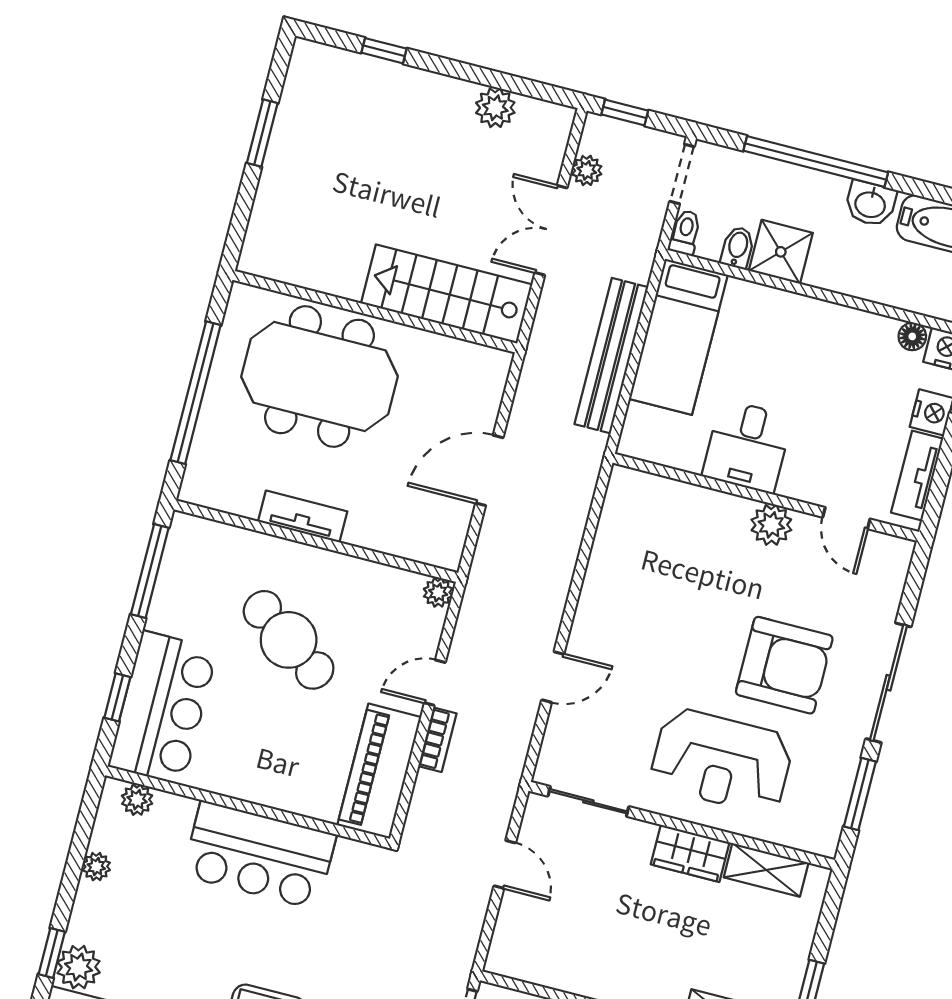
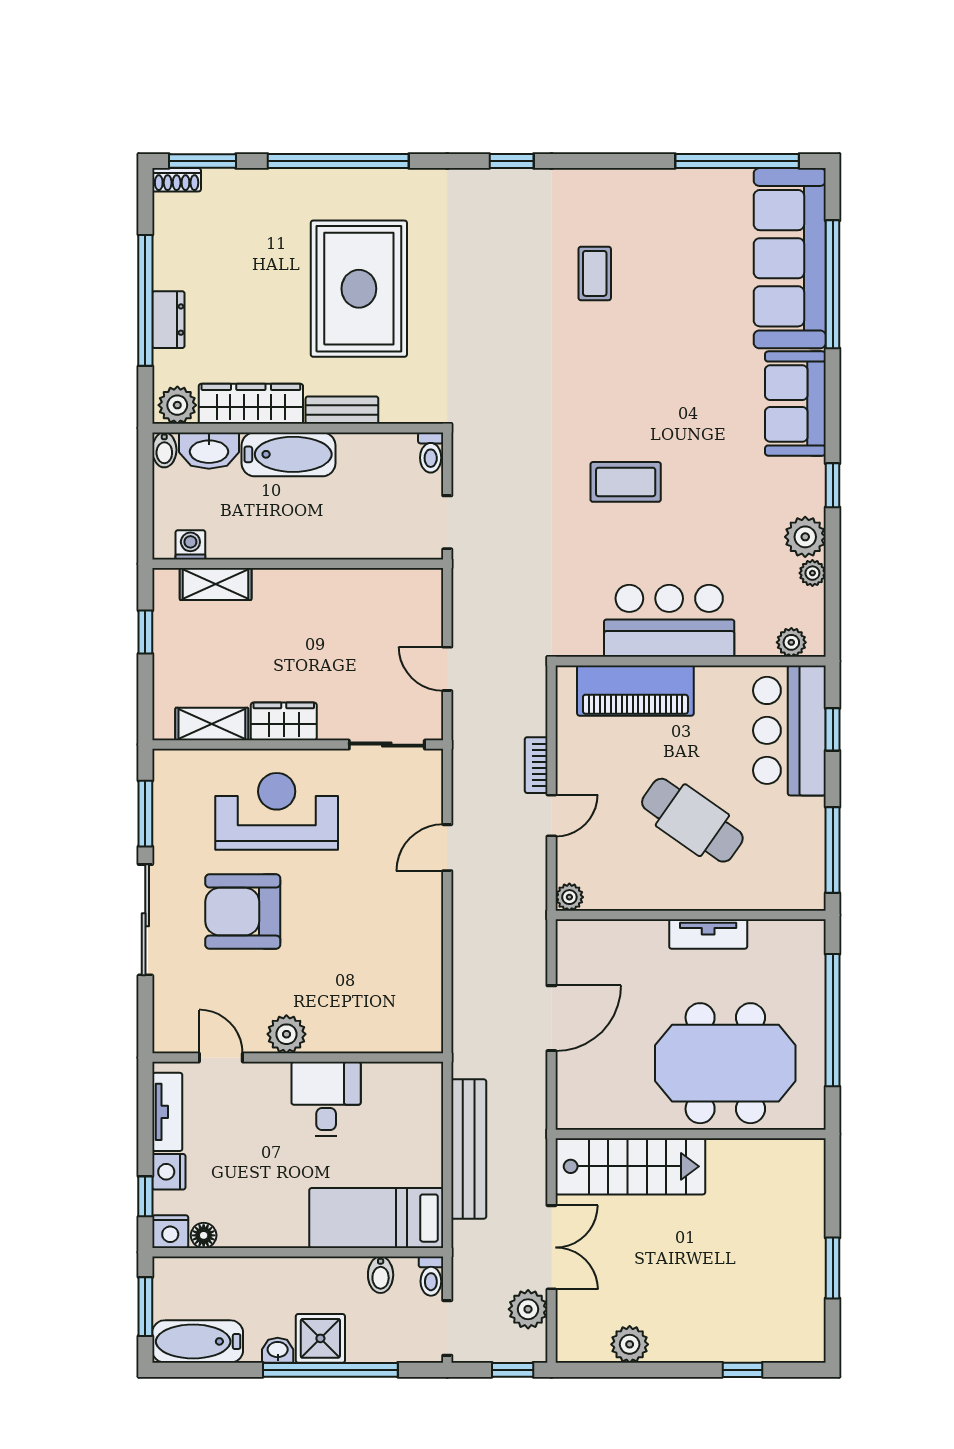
plant: (587, 170) -> (528, 1309), width x1.38, depth x1.38
washbasin: (870, 204) -> (278, 1350), width x0.72, depth x0.69
shower: (781, 252) -> (320, 1338), moved
bed: (678, 337) -> (376, 1218), moved, turned -90
piano: (379, 771) -> (635, 691), moved, turned 90
plant: (79, 967) -> (805, 537), moved

